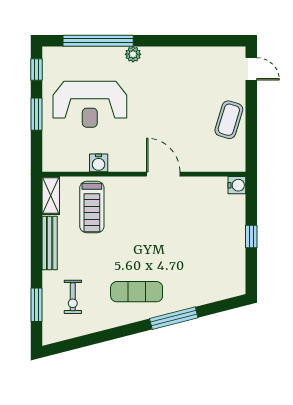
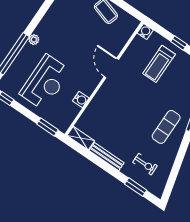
window: (37, 114) -> (47, 127), moved
door: (163, 174) -> (111, 68), hinge flipped
treadmill: (92, 207) -> (159, 64), moved, turned 90

